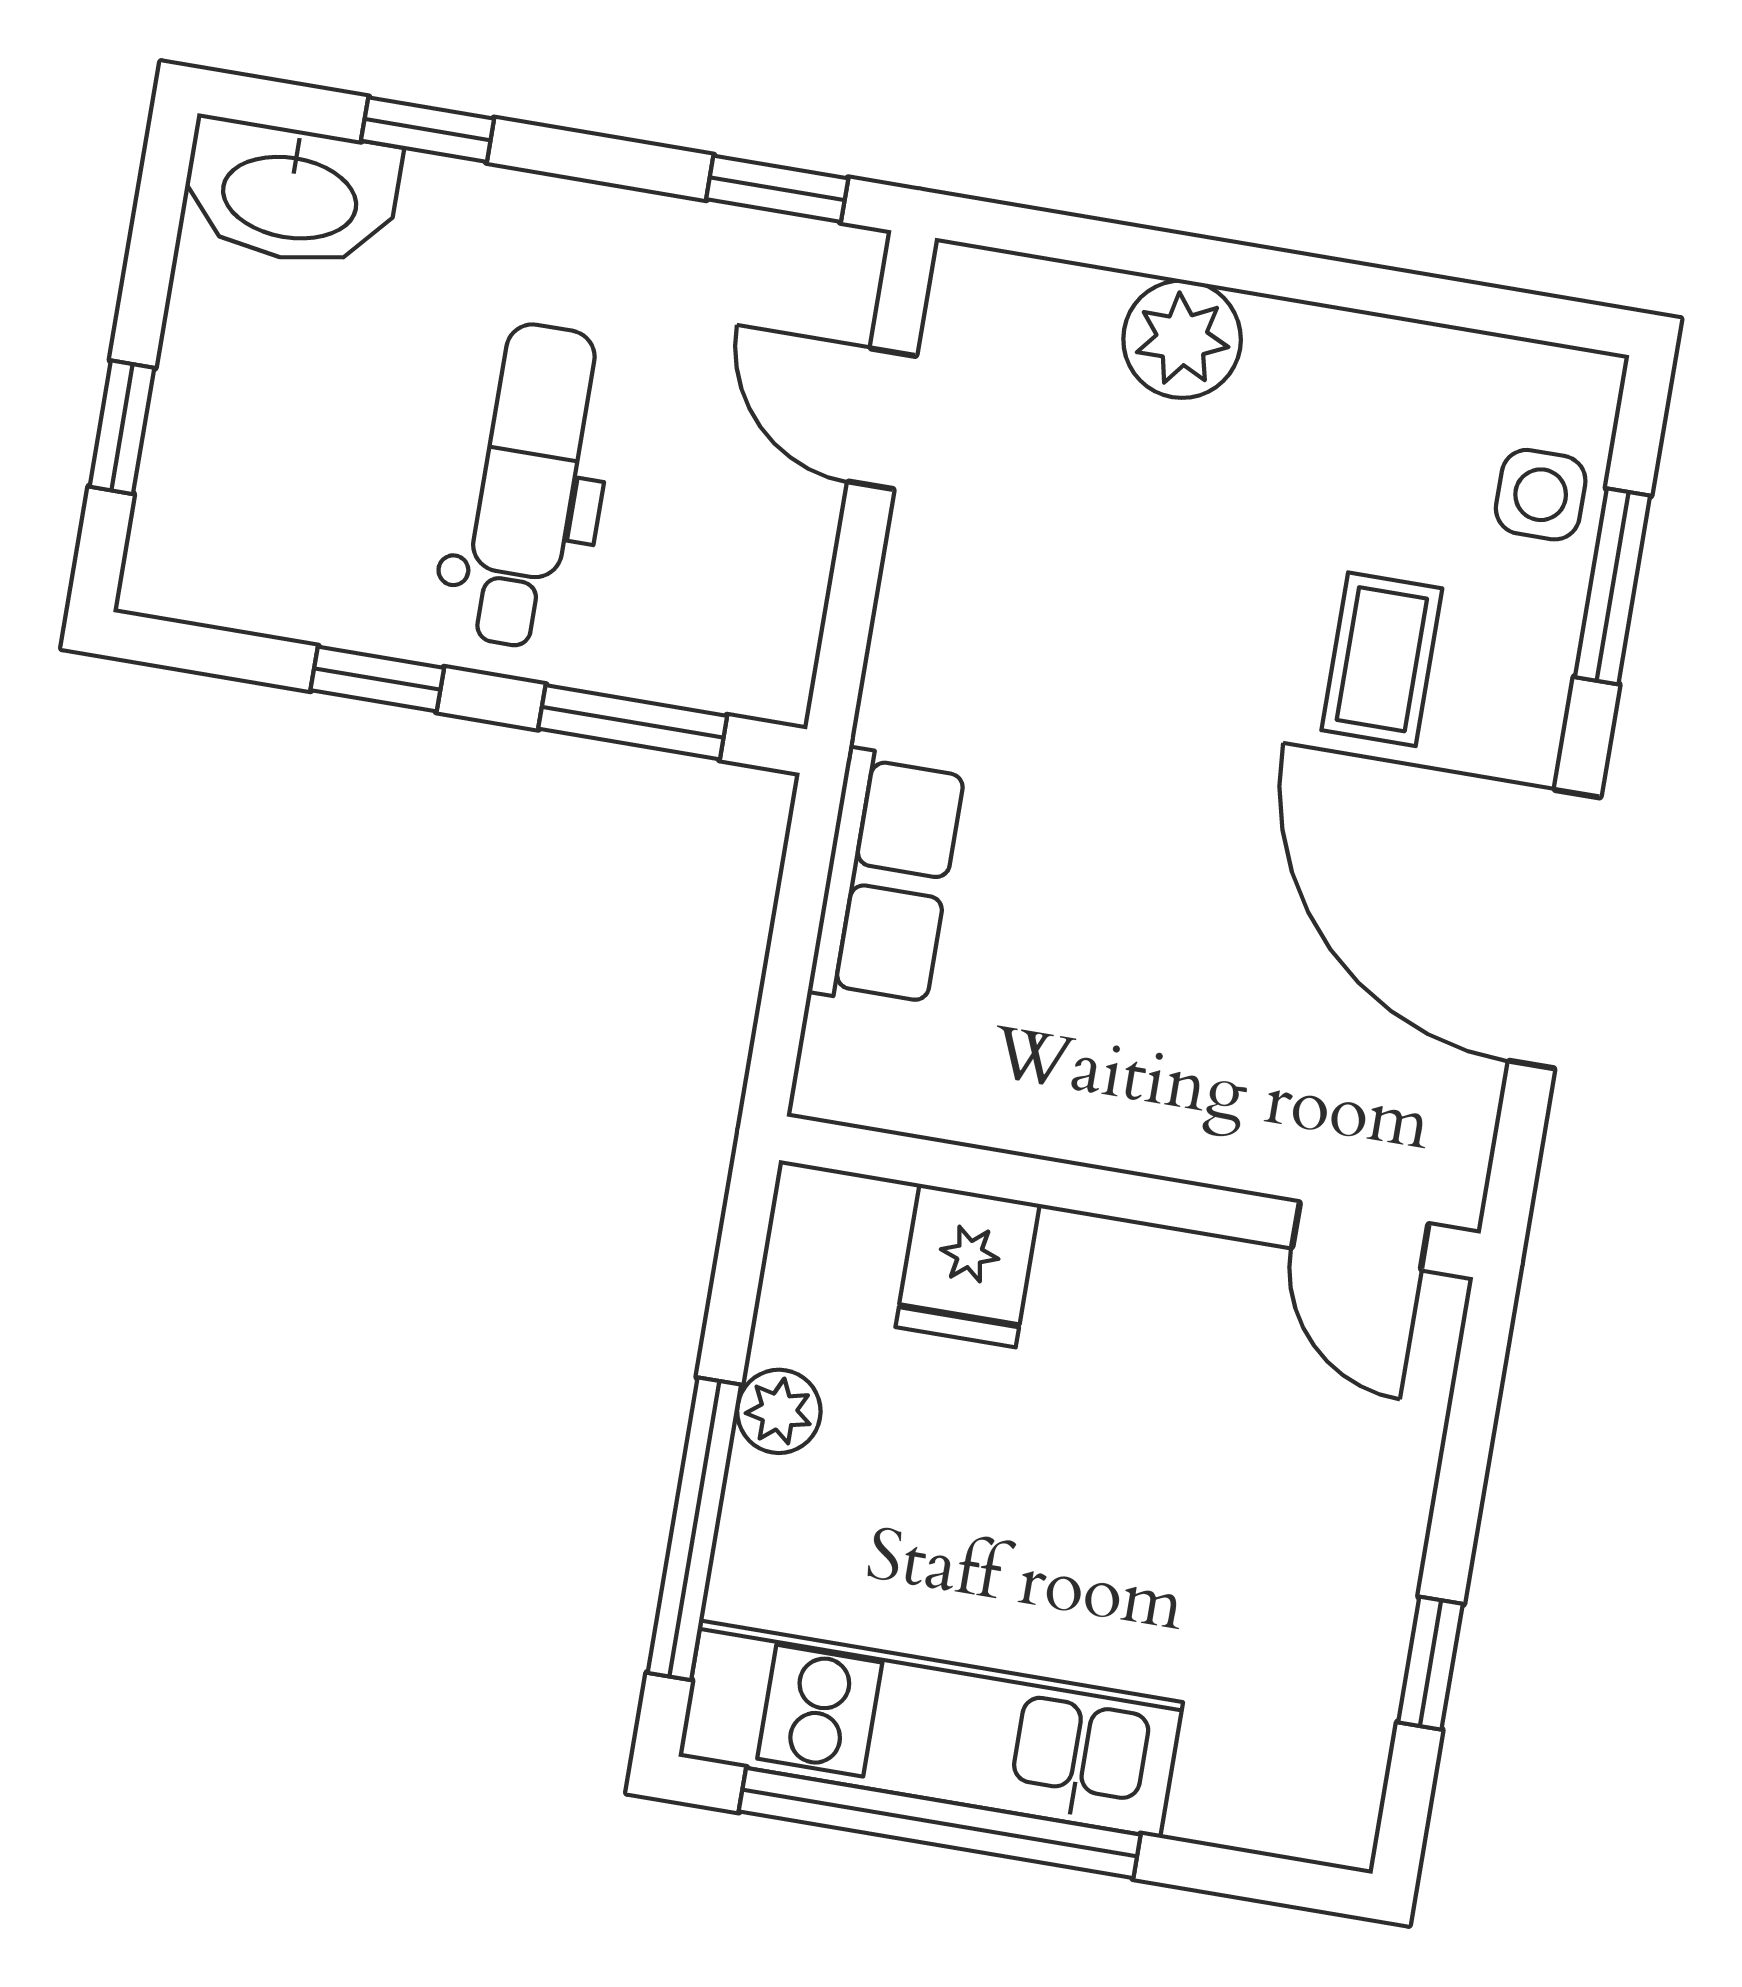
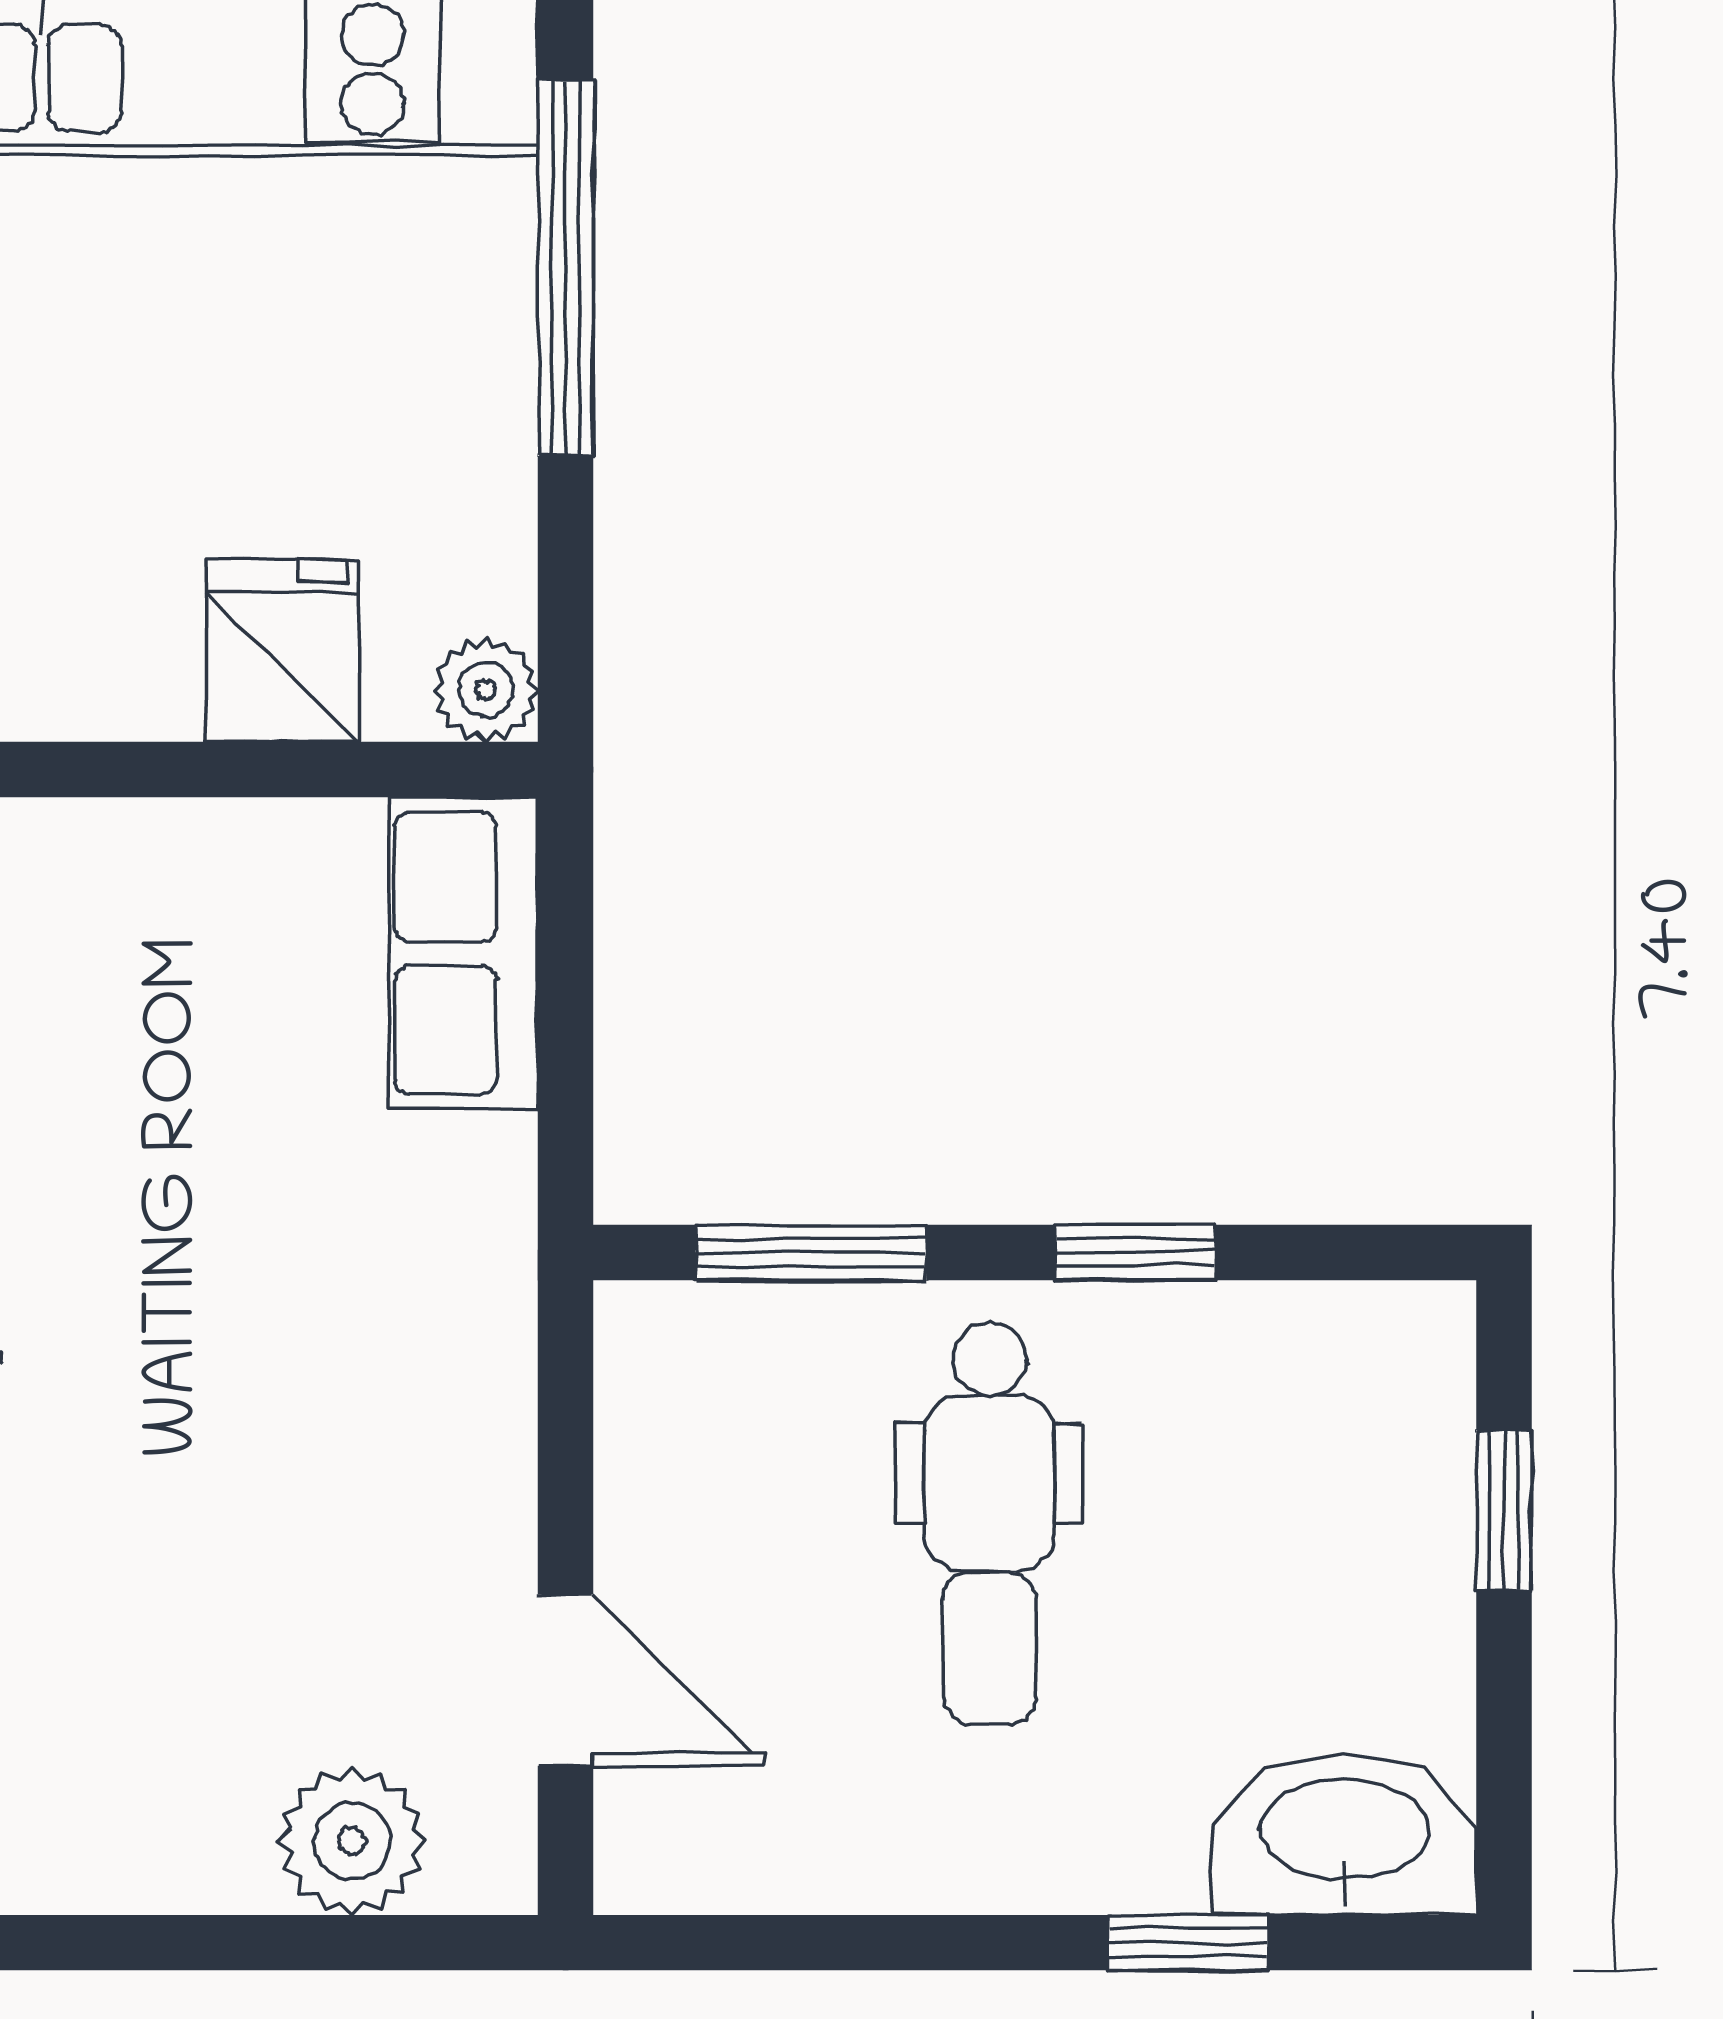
window: (777, 189) -> (744, 1943), removed
plant: (1182, 339) -> (352, 1841), moved
row of seats: (887, 879) -> (463, 953), moved
plant: (779, 1411) -> (486, 690), moved

